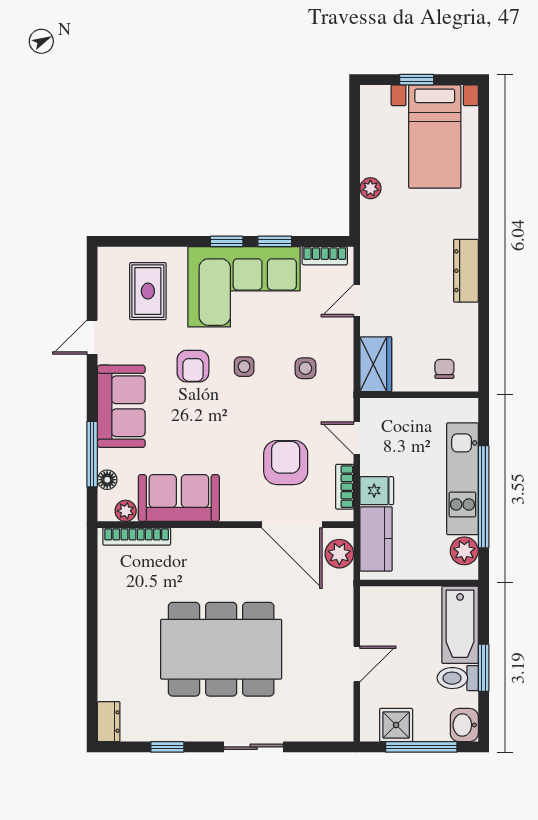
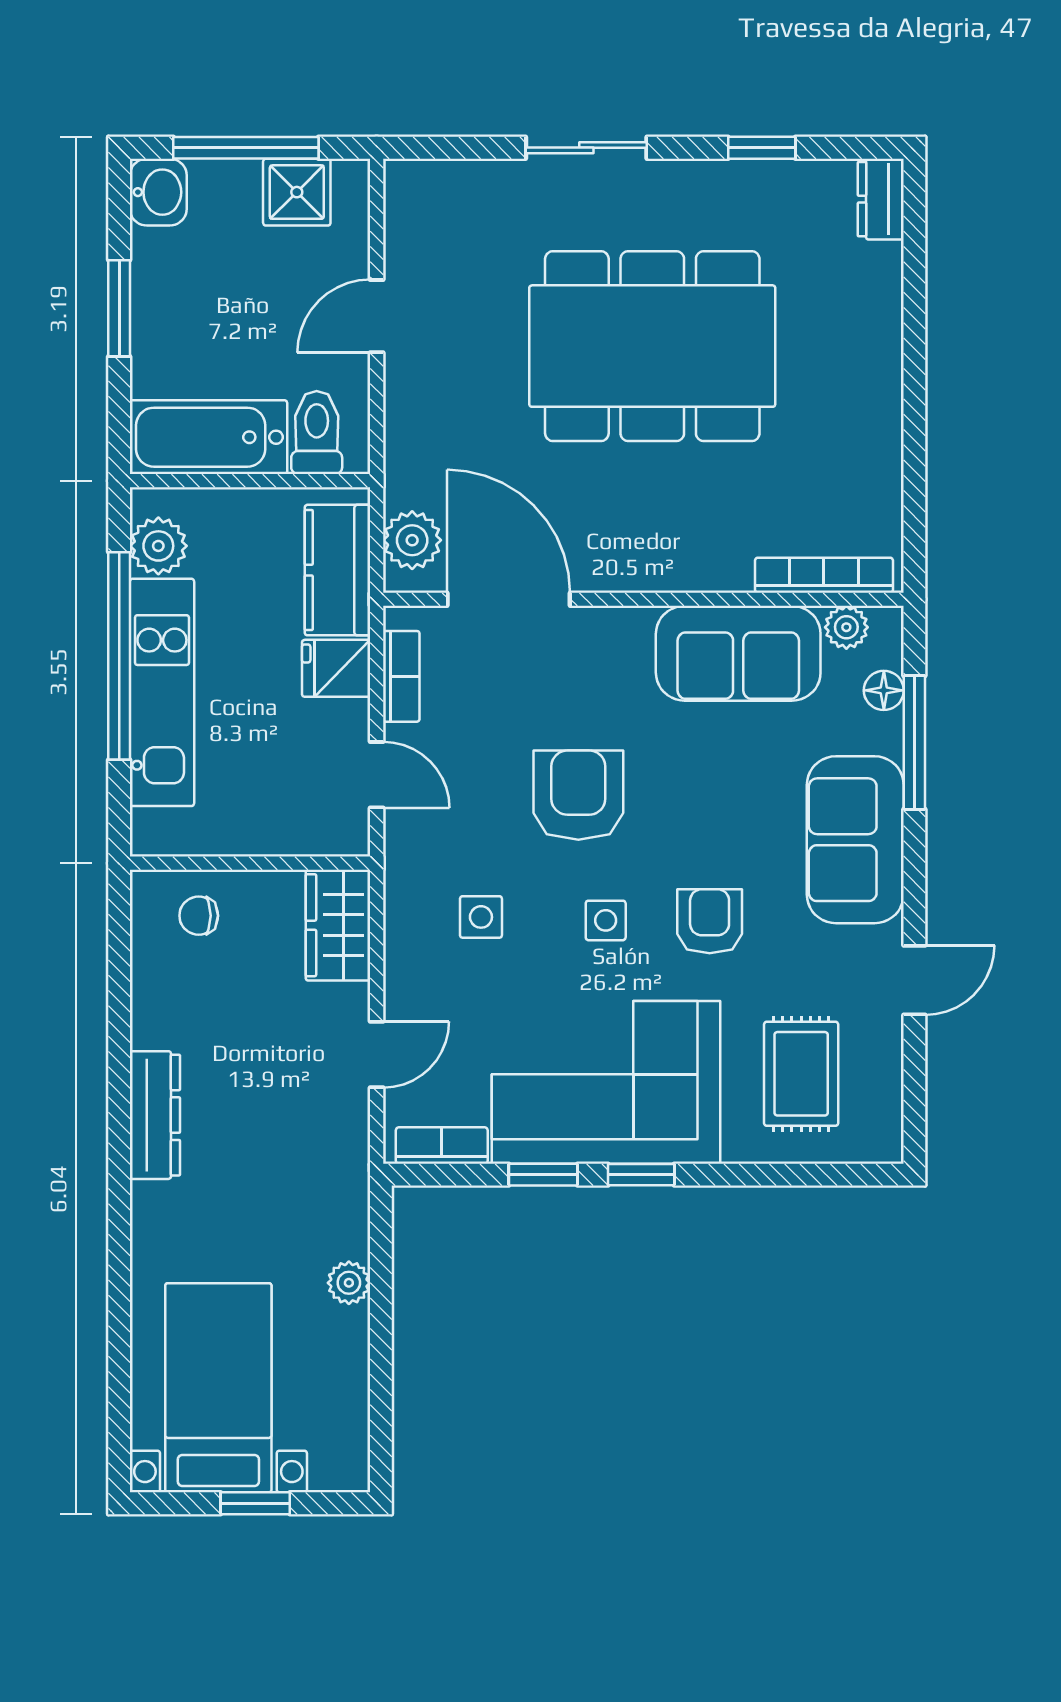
chair: (444, 369) -> (199, 916), turned 90
armchair: (286, 463) -> (578, 795), moved, turned 180
bathtub: (460, 625) -> (208, 437), moved, turned -90
toilet: (458, 678) -> (317, 432), moved, turned -90

